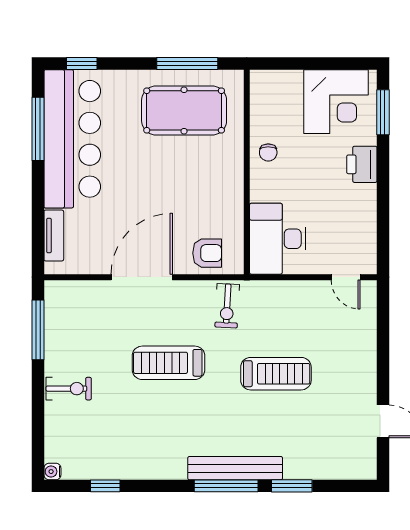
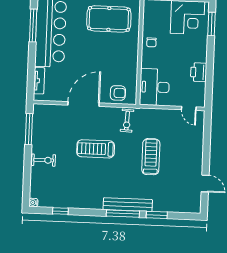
printer: (362, 164) -> (199, 72), moved
treadmill: (276, 374) -> (151, 157), turned -90

